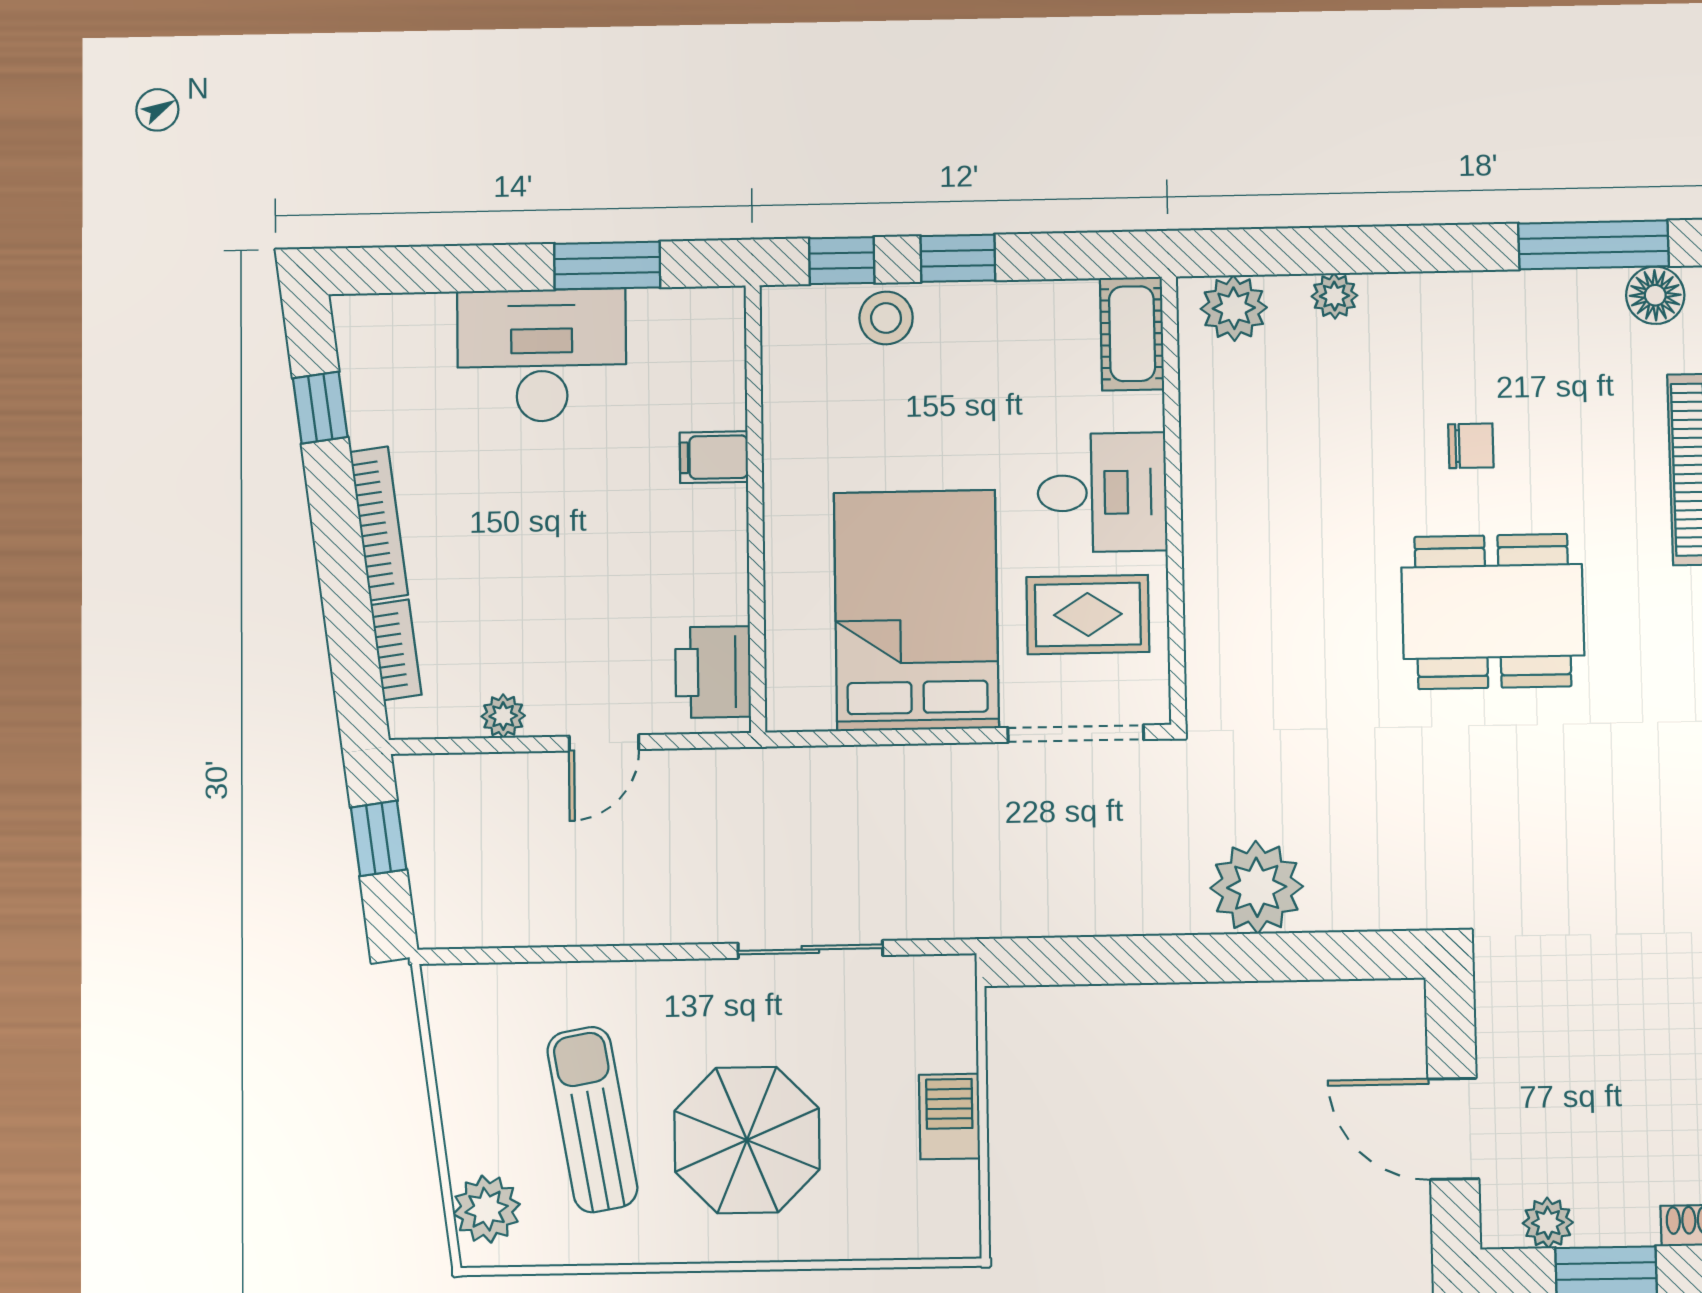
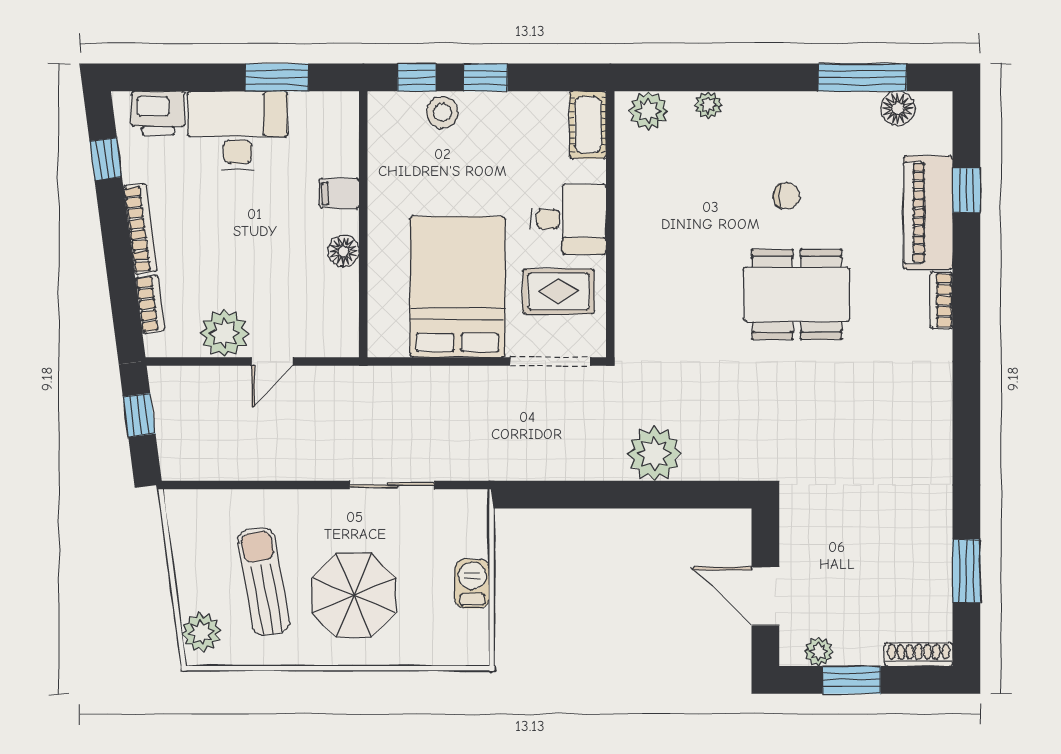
floor lamp: (722, 554) -> (343, 251), added
printer: (713, 672) -> (158, 113), moved, turned -90
plant: (503, 716) -> (224, 333), width x1.88, depth x1.88

